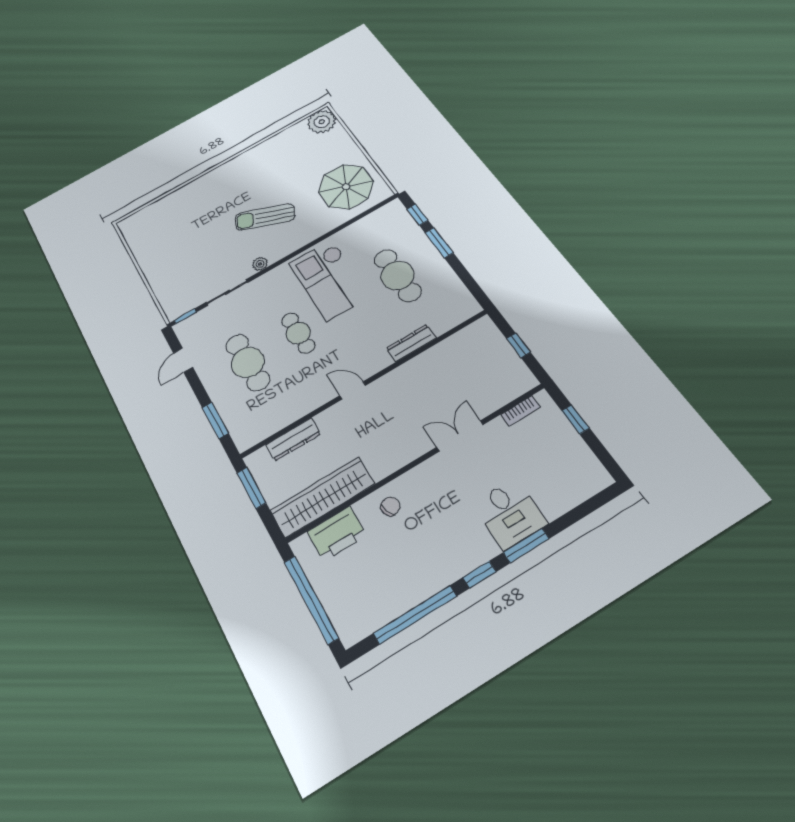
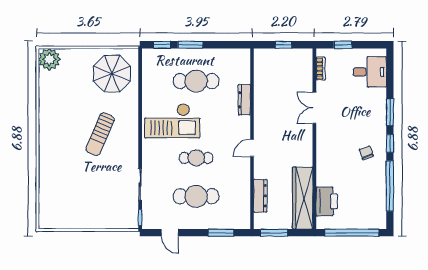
plant: (260, 264) -> (133, 155), removed
chair: (390, 506) -> (366, 153), moved
desk: (510, 514) -> (370, 72), moved

